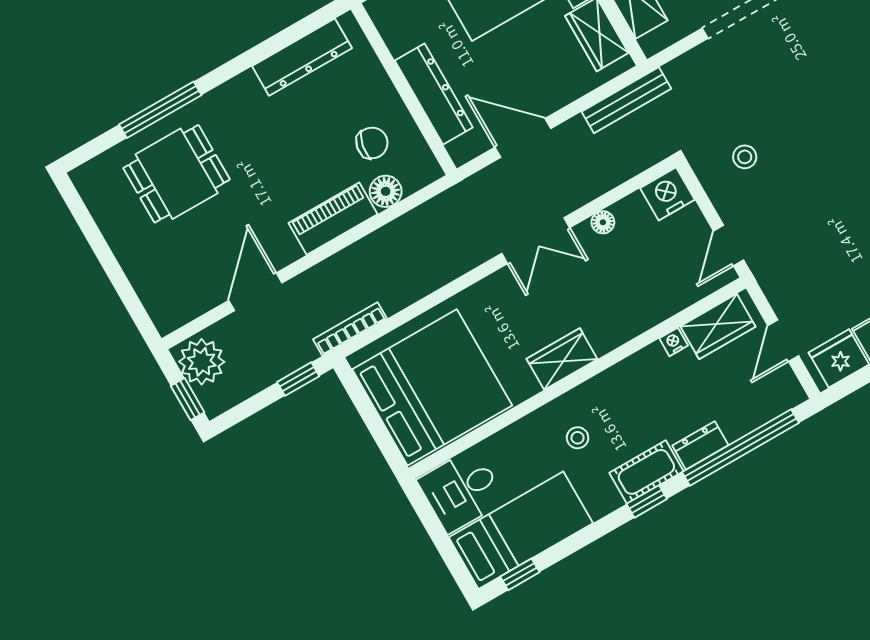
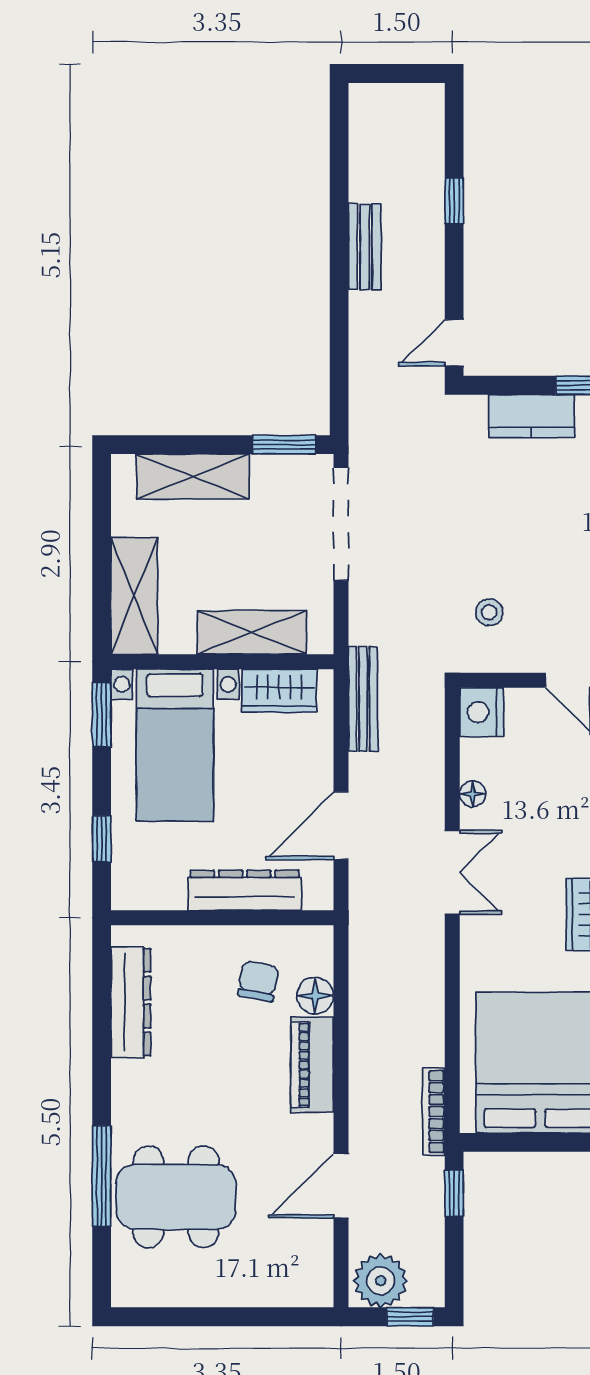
dining table: (177, 174) -> (176, 1197), width x1.38
door: (255, 292) -> (341, 1186), hinge flipped

